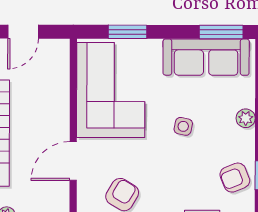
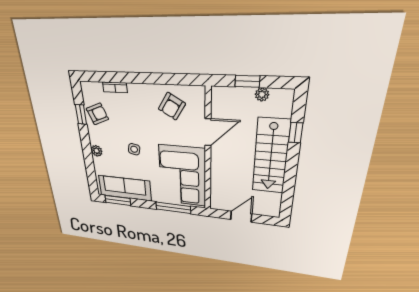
window: (128, 32) -> (173, 208), width x1.44

